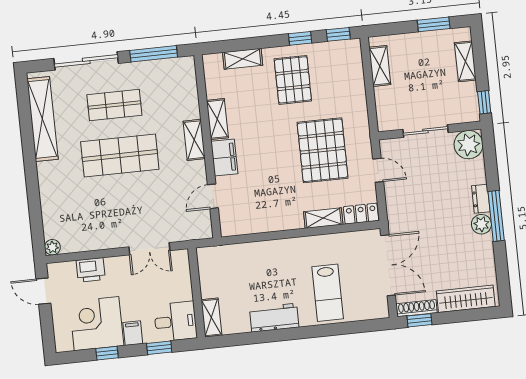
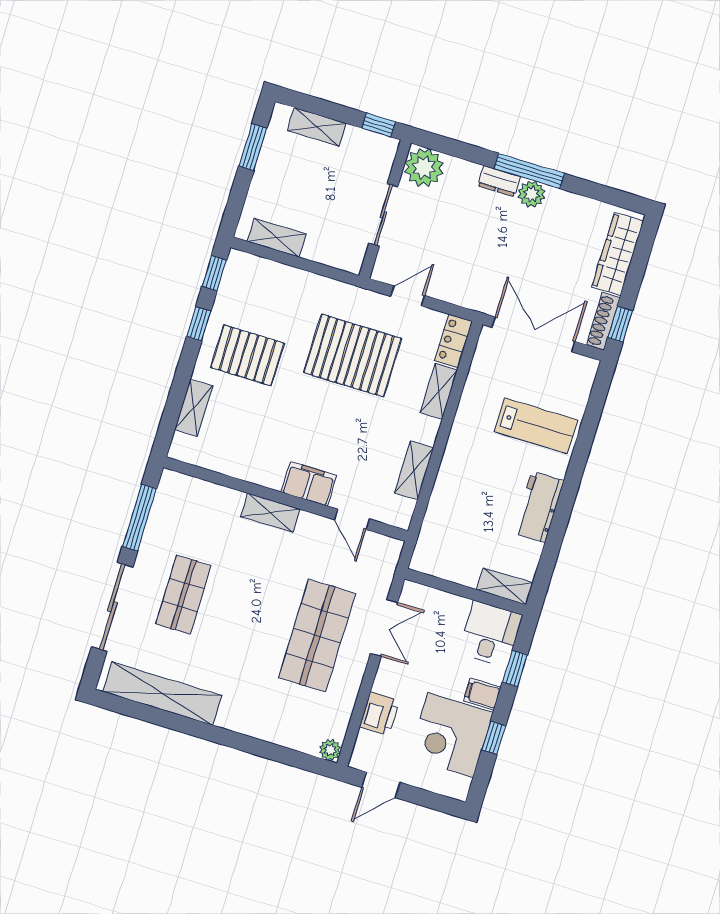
shelving: (217, 119) -> (414, 470), moved, turned 90
shop shelf: (120, 156) -> (317, 636), moved

